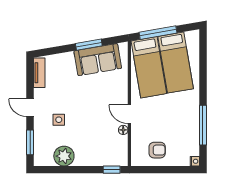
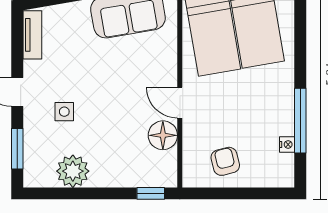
floor lamp: (123, 130) -> (163, 135), width x1.89, depth x1.89
armchair: (157, 150) -> (225, 161), turned -104
nightstand: (195, 161) -> (287, 144), moved

